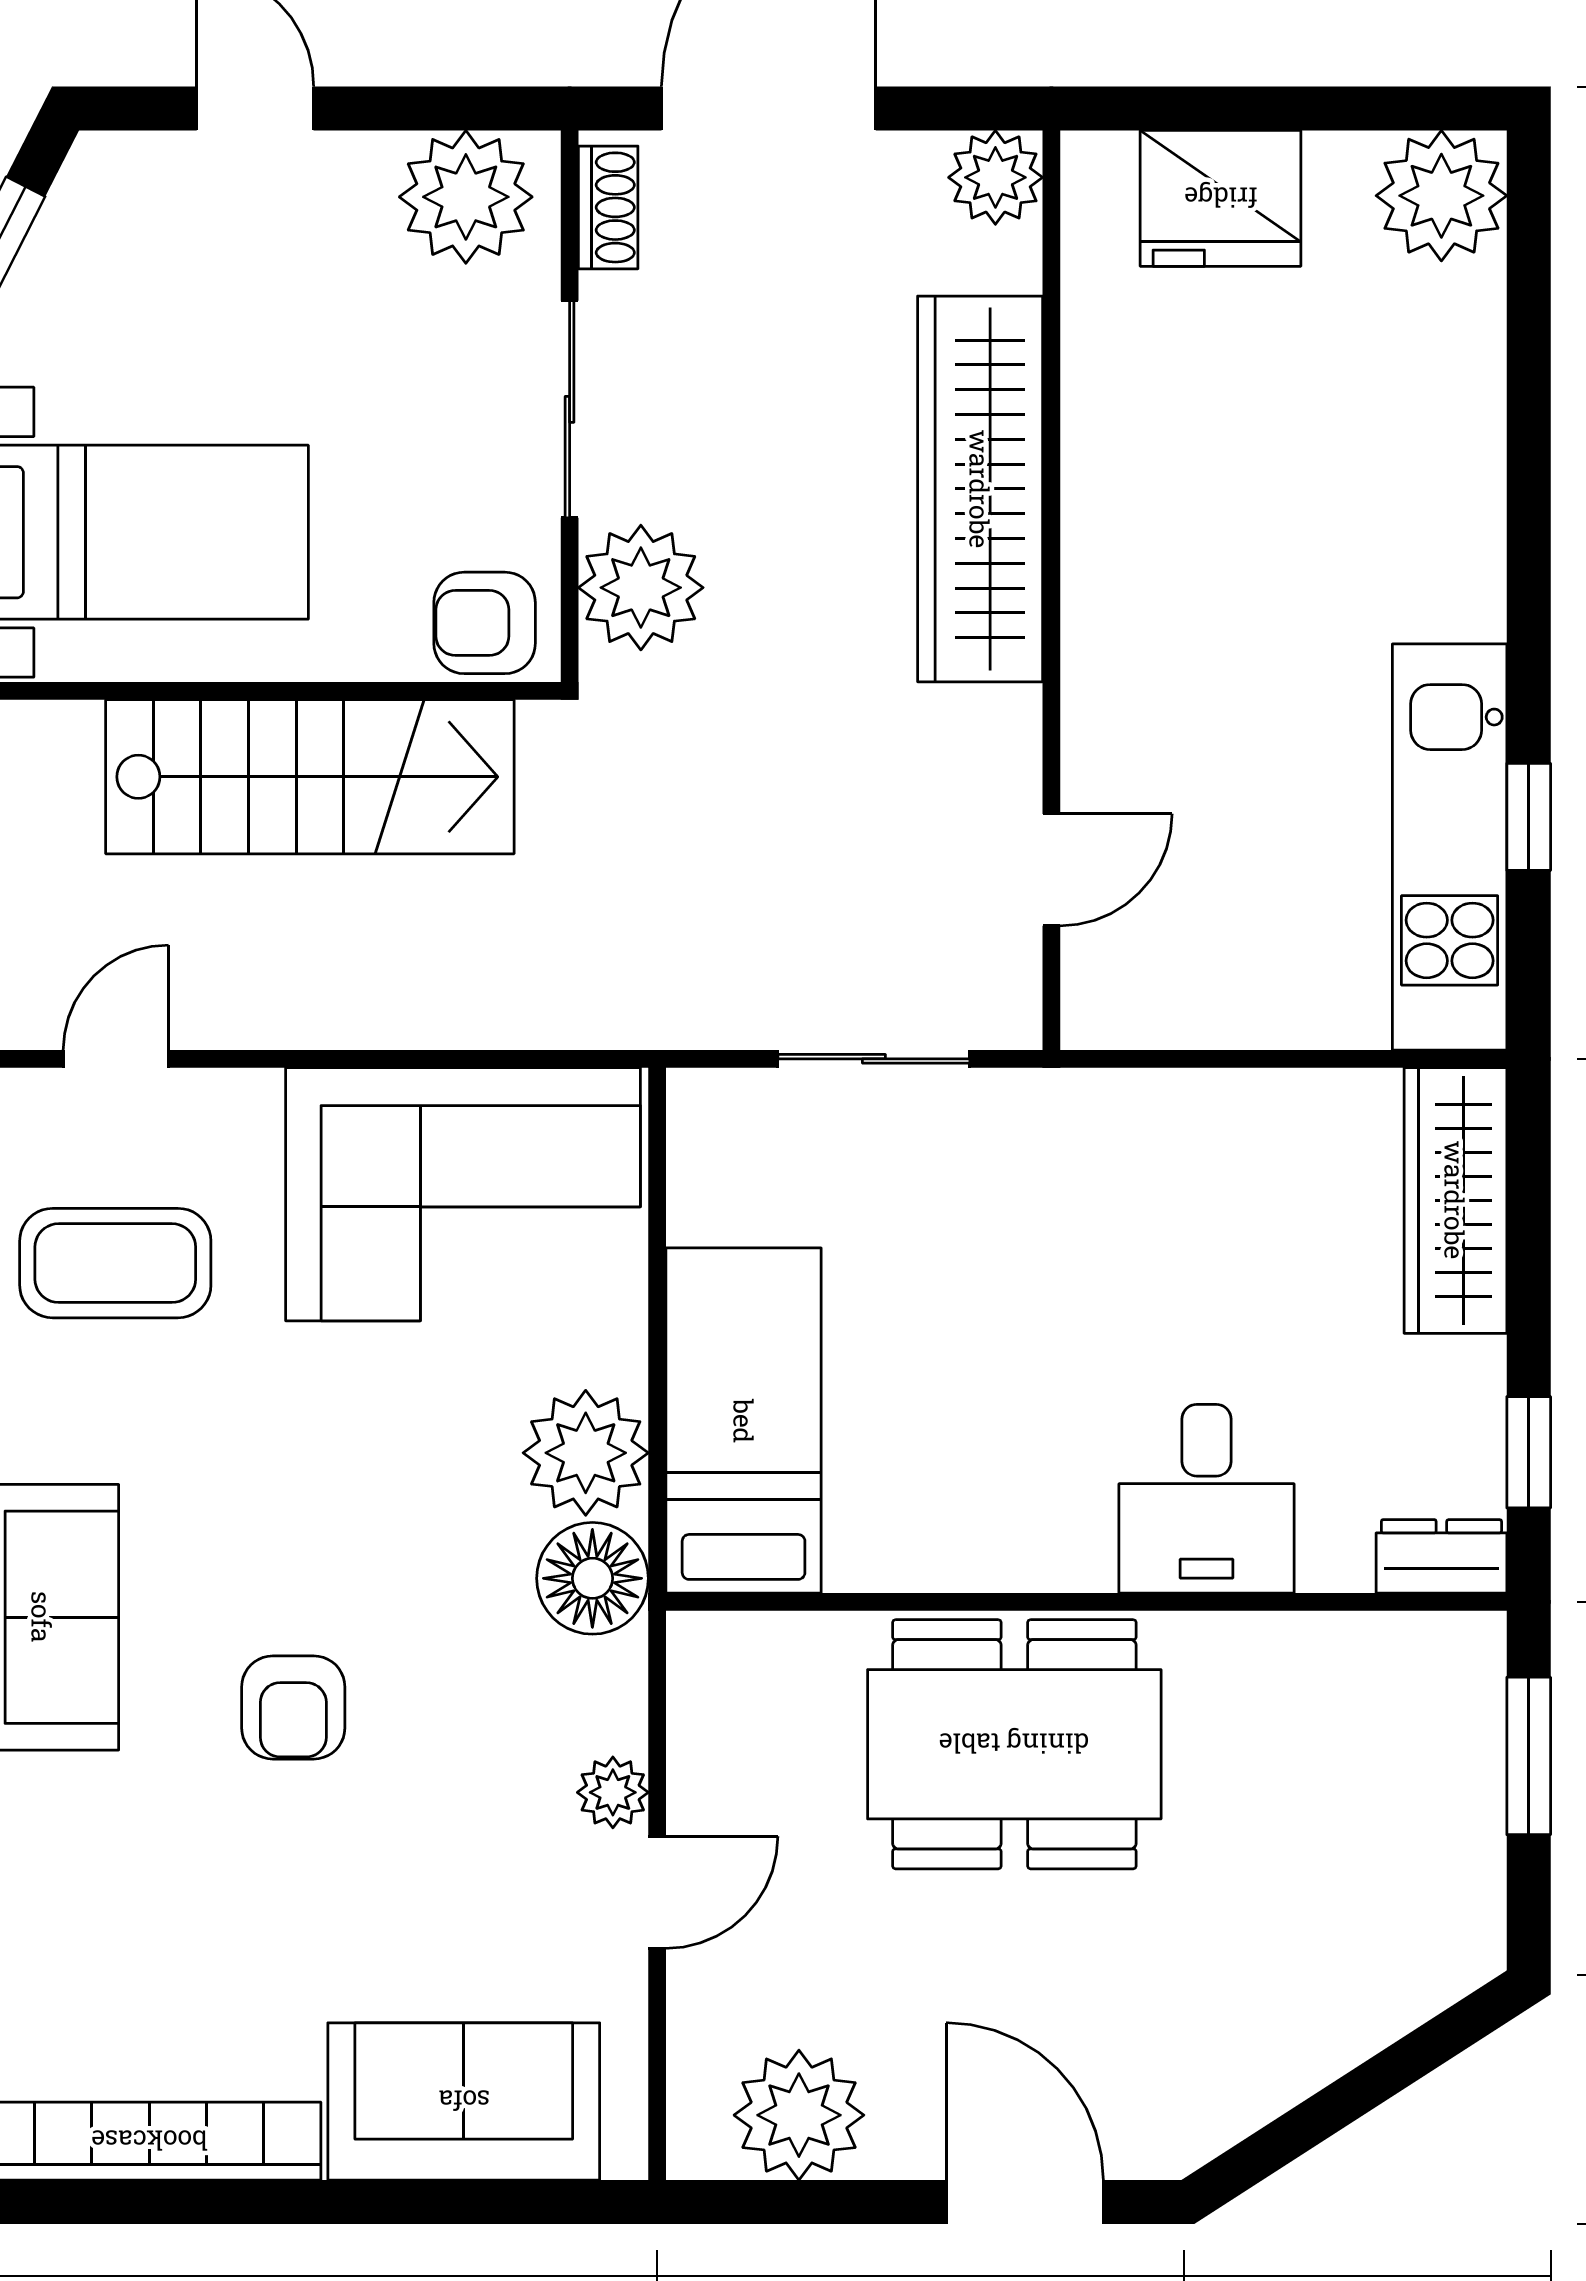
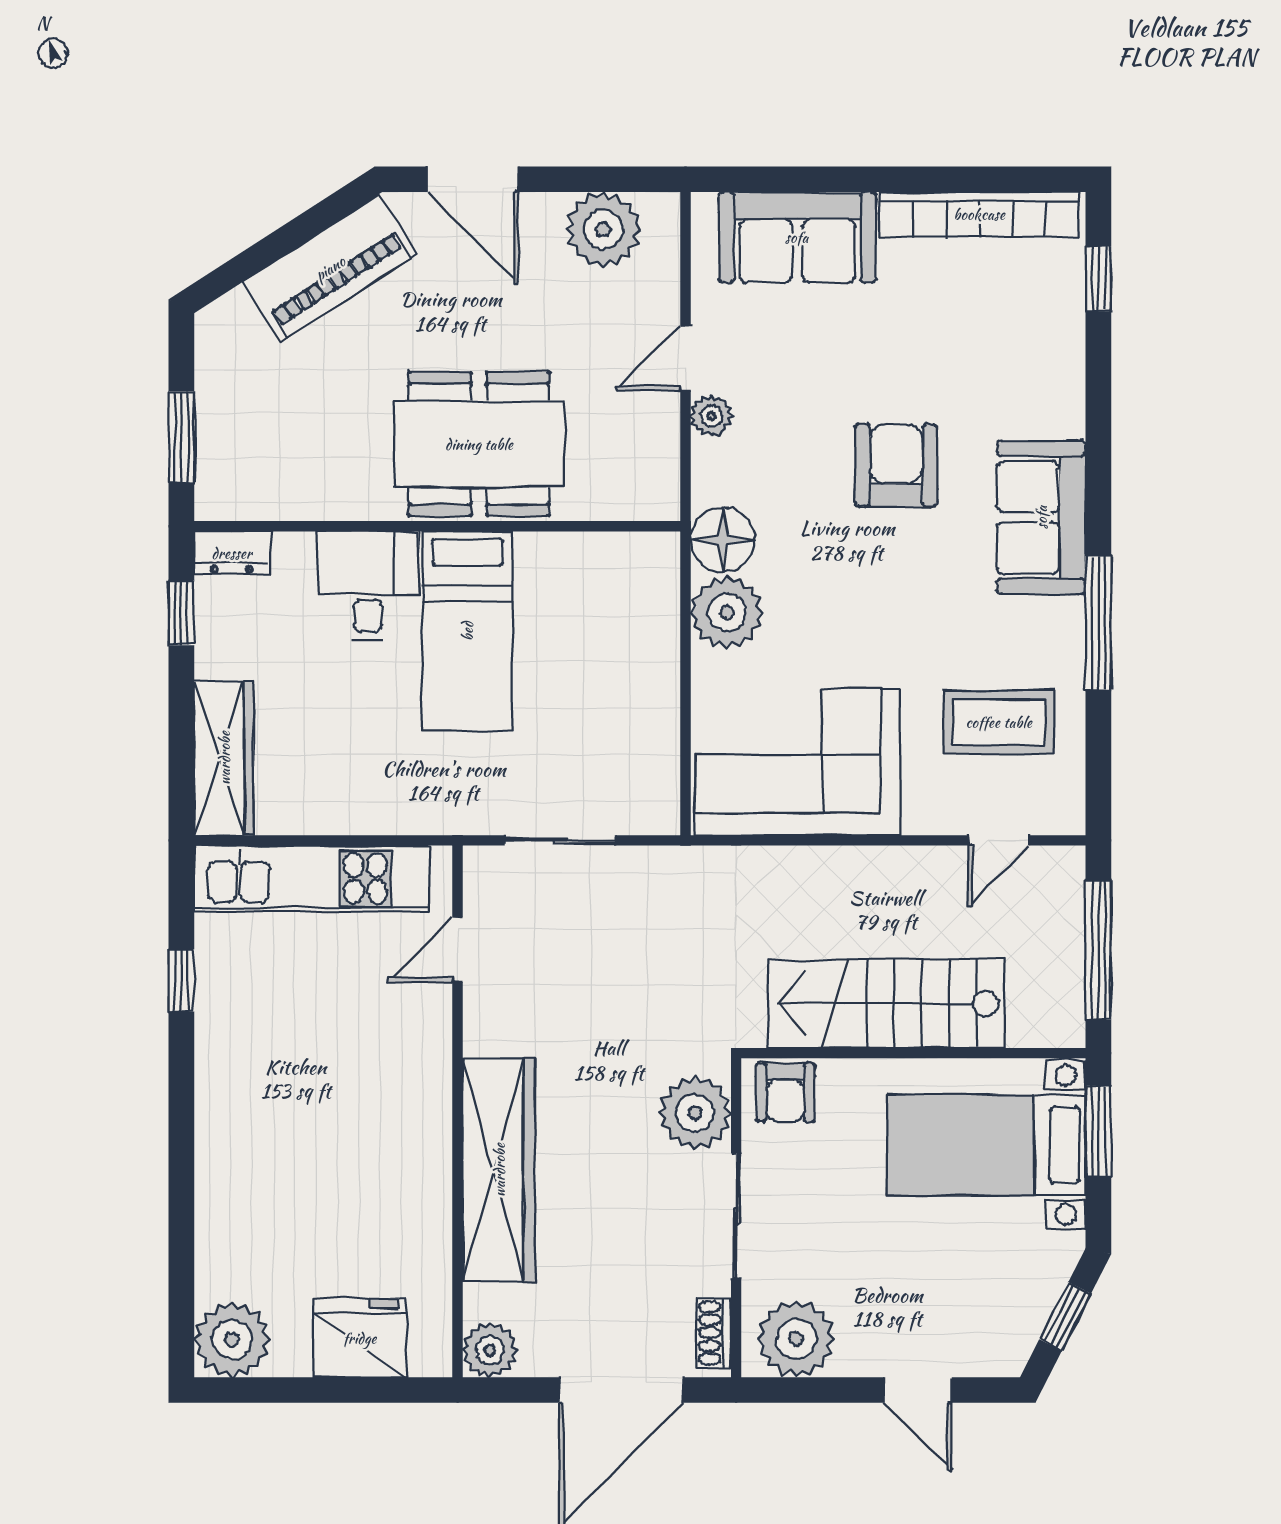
armchair: (485, 623) -> (785, 1092), turned 90
kitchen unit: (1450, 847) -> (312, 879), moved, turned 90
bed: (744, 1421) -> (467, 631), moved
armchair: (293, 1707) -> (896, 465), width x1.38, depth x1.38
piano: (1272, 2049) -> (330, 268), added

